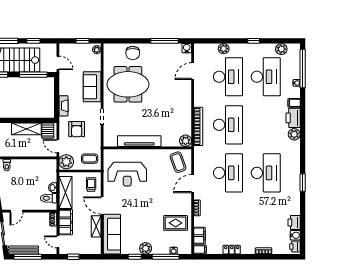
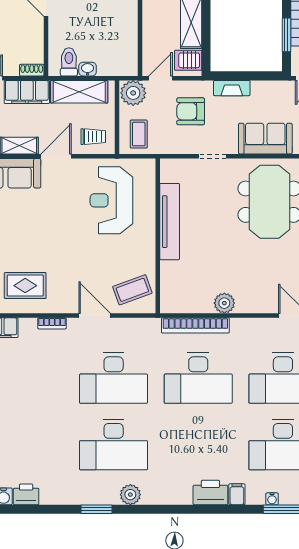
window: (33, 75) -> (286, 35), width x0.69
plant: (294, 134) -> (130, 495), moved
plant: (186, 141) -> (224, 303), moved
rug: (176, 223) -> (25, 286), turned 90

